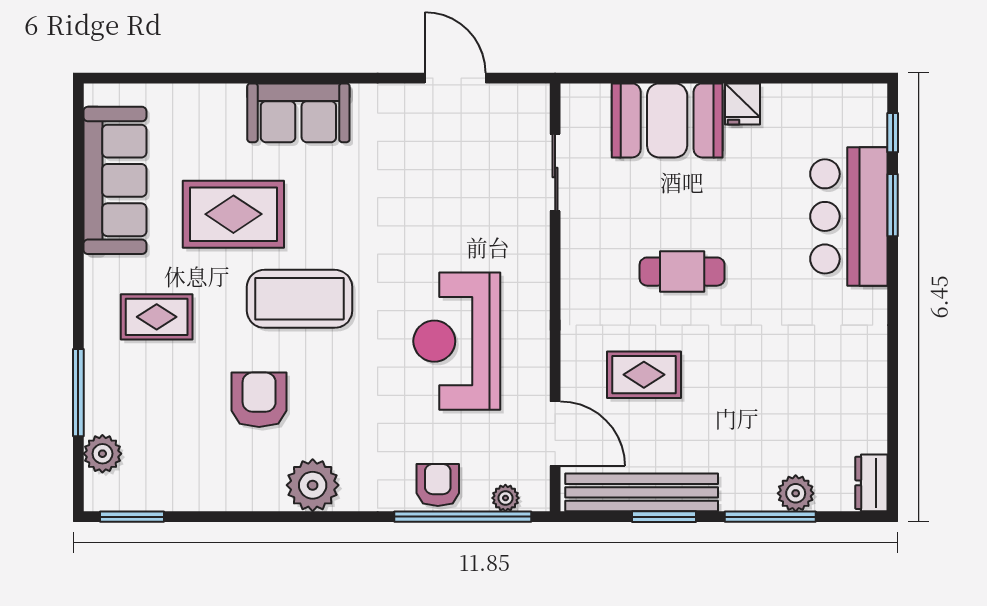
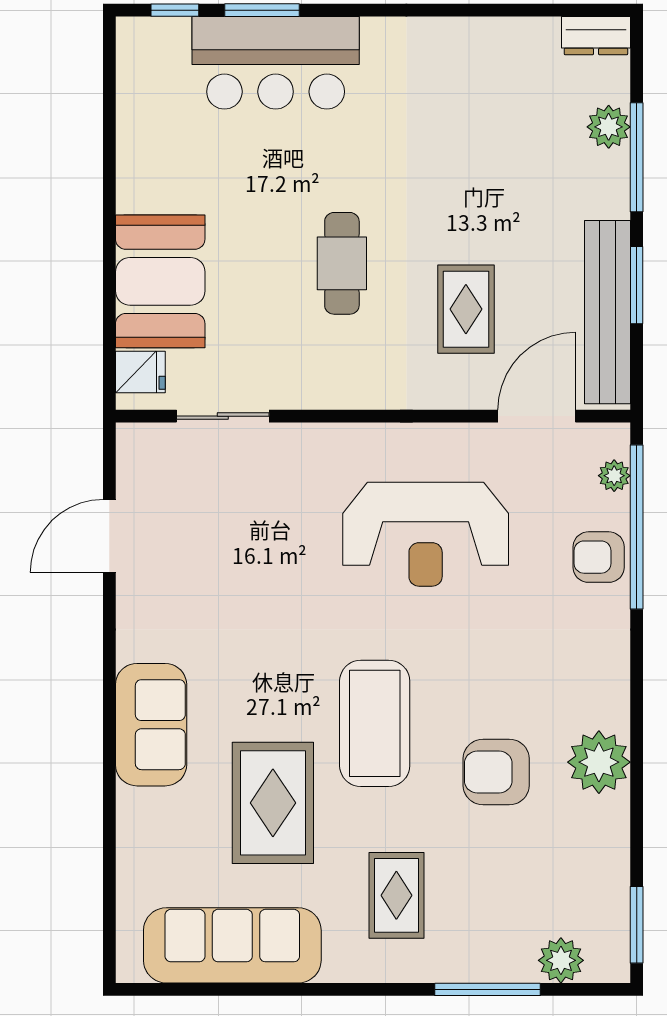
fridge: (742, 104) -> (140, 372), moved
plant: (313, 485) -> (599, 762), moved

